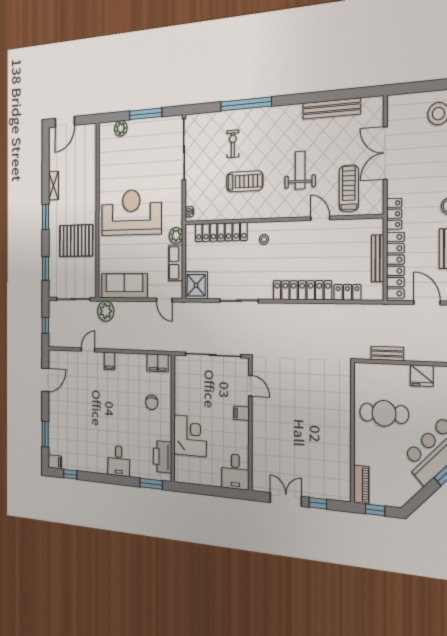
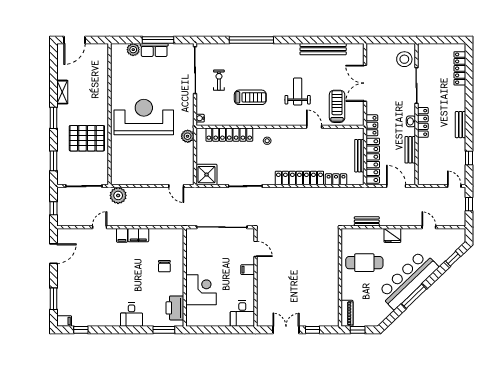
exercise bike: (233, 144) -> (219, 80), moved
row of seats: (176, 263) -> (154, 50), moved, turned -90
sofa: (124, 286) -> (137, 175), removed
filing cabinet: (158, 363) -> (138, 235), moved

